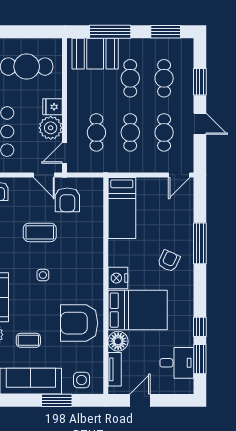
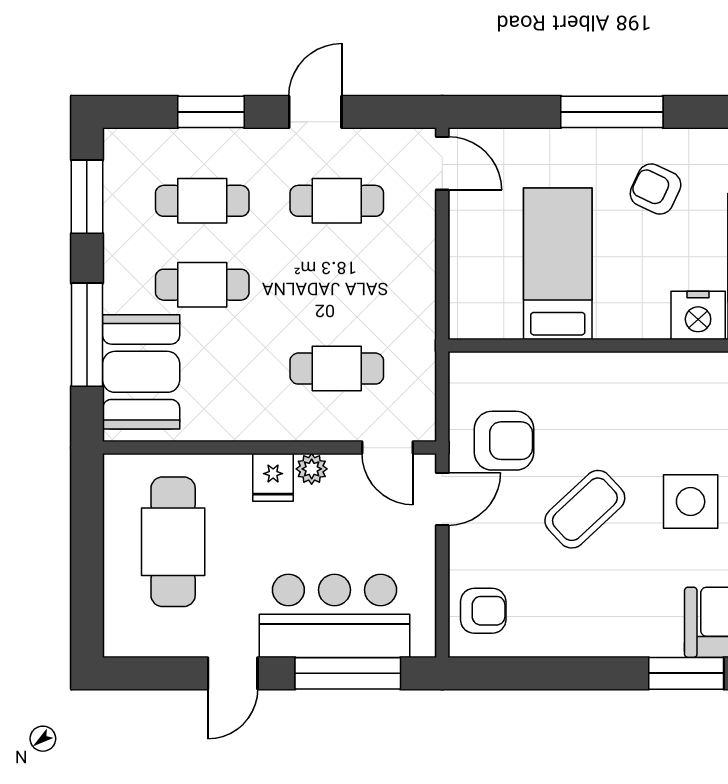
plant: (51, 128) -> (312, 469), width x0.53, depth x0.53
cafe table: (130, 132) -> (337, 285), removed
bed: (122, 208) -> (558, 264), moved, turned -90
coffee table: (40, 232) -> (585, 509), turned 47
side table: (43, 275) -> (691, 502), width x1.87, depth x1.87

